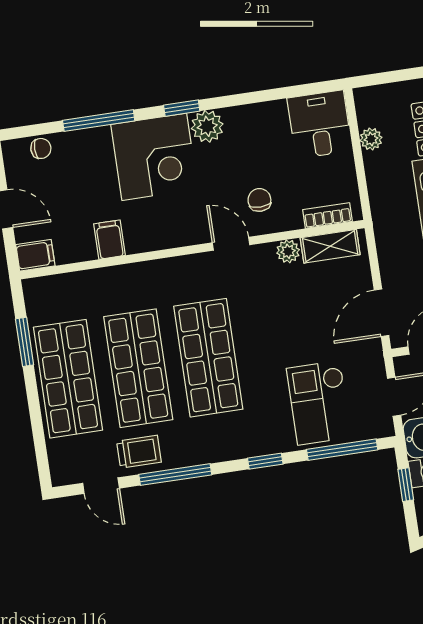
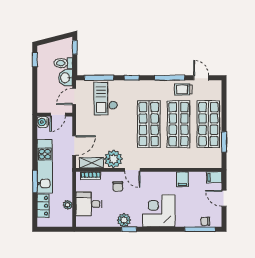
window: (182, 108) -> (129, 229), moved
window: (99, 121) -> (200, 229), moved
desk: (320, 124) -> (89, 204), moved, turned 90
plant: (207, 126) -> (124, 220), moved
plant: (288, 251) -> (113, 159), width x1.87, depth x1.87
door: (381, 313) -> (74, 146), moved
checkout: (319, 403) -> (106, 99), turned 180
window: (406, 485) -> (75, 47), moved

